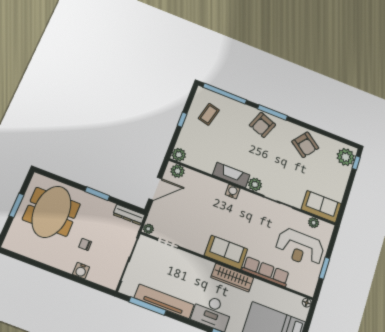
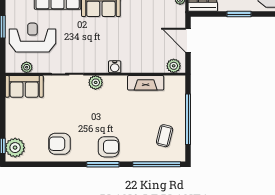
window: (182, 120) -> (188, 119), width x3.17
armchair: (262, 125) -> (109, 147), turned 69
armchair: (305, 145) -> (59, 144), turned -37
plant: (179, 155) -> (178, 83), removed
fireplace: (231, 175) -> (146, 83), moved
door: (155, 189) -> (188, 40), hinge flipped

